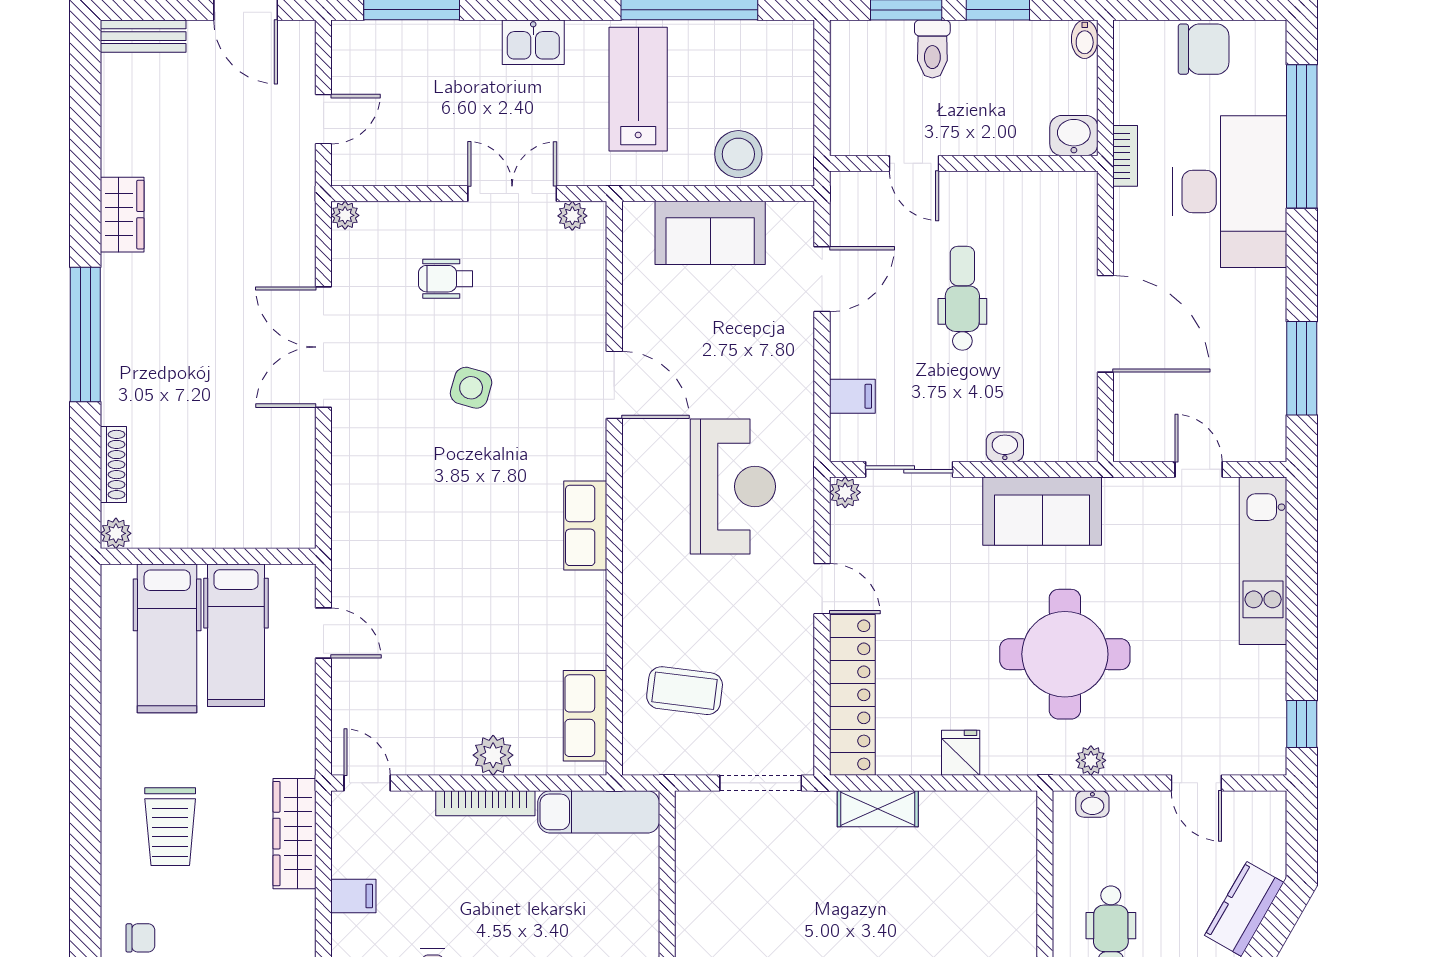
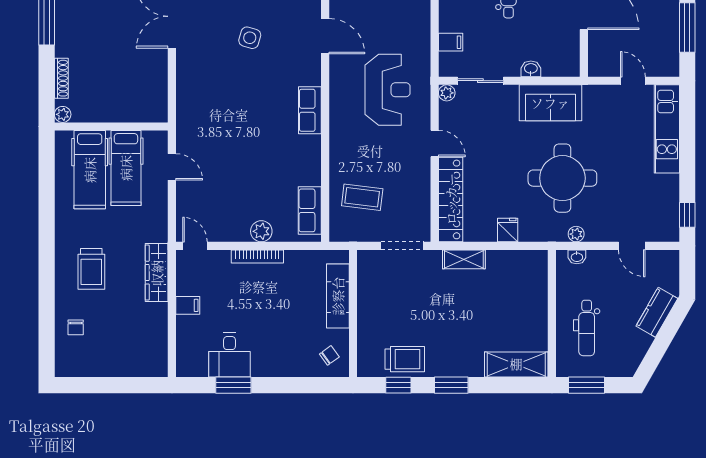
exam couch: (599, 812) -> (338, 296), moved, turned 90
chair: (140, 938) -> (76, 327), turned 90

